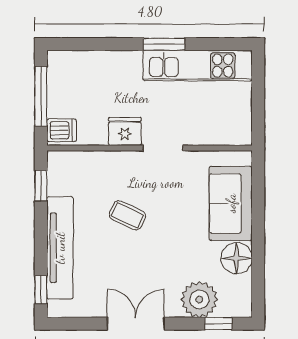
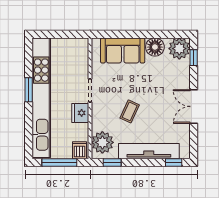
kitchen unit: (198, 66) -> (41, 98), width x1.86
plant: (75, 169) -> (102, 142), added
plant: (199, 299) -> (179, 49), moved

